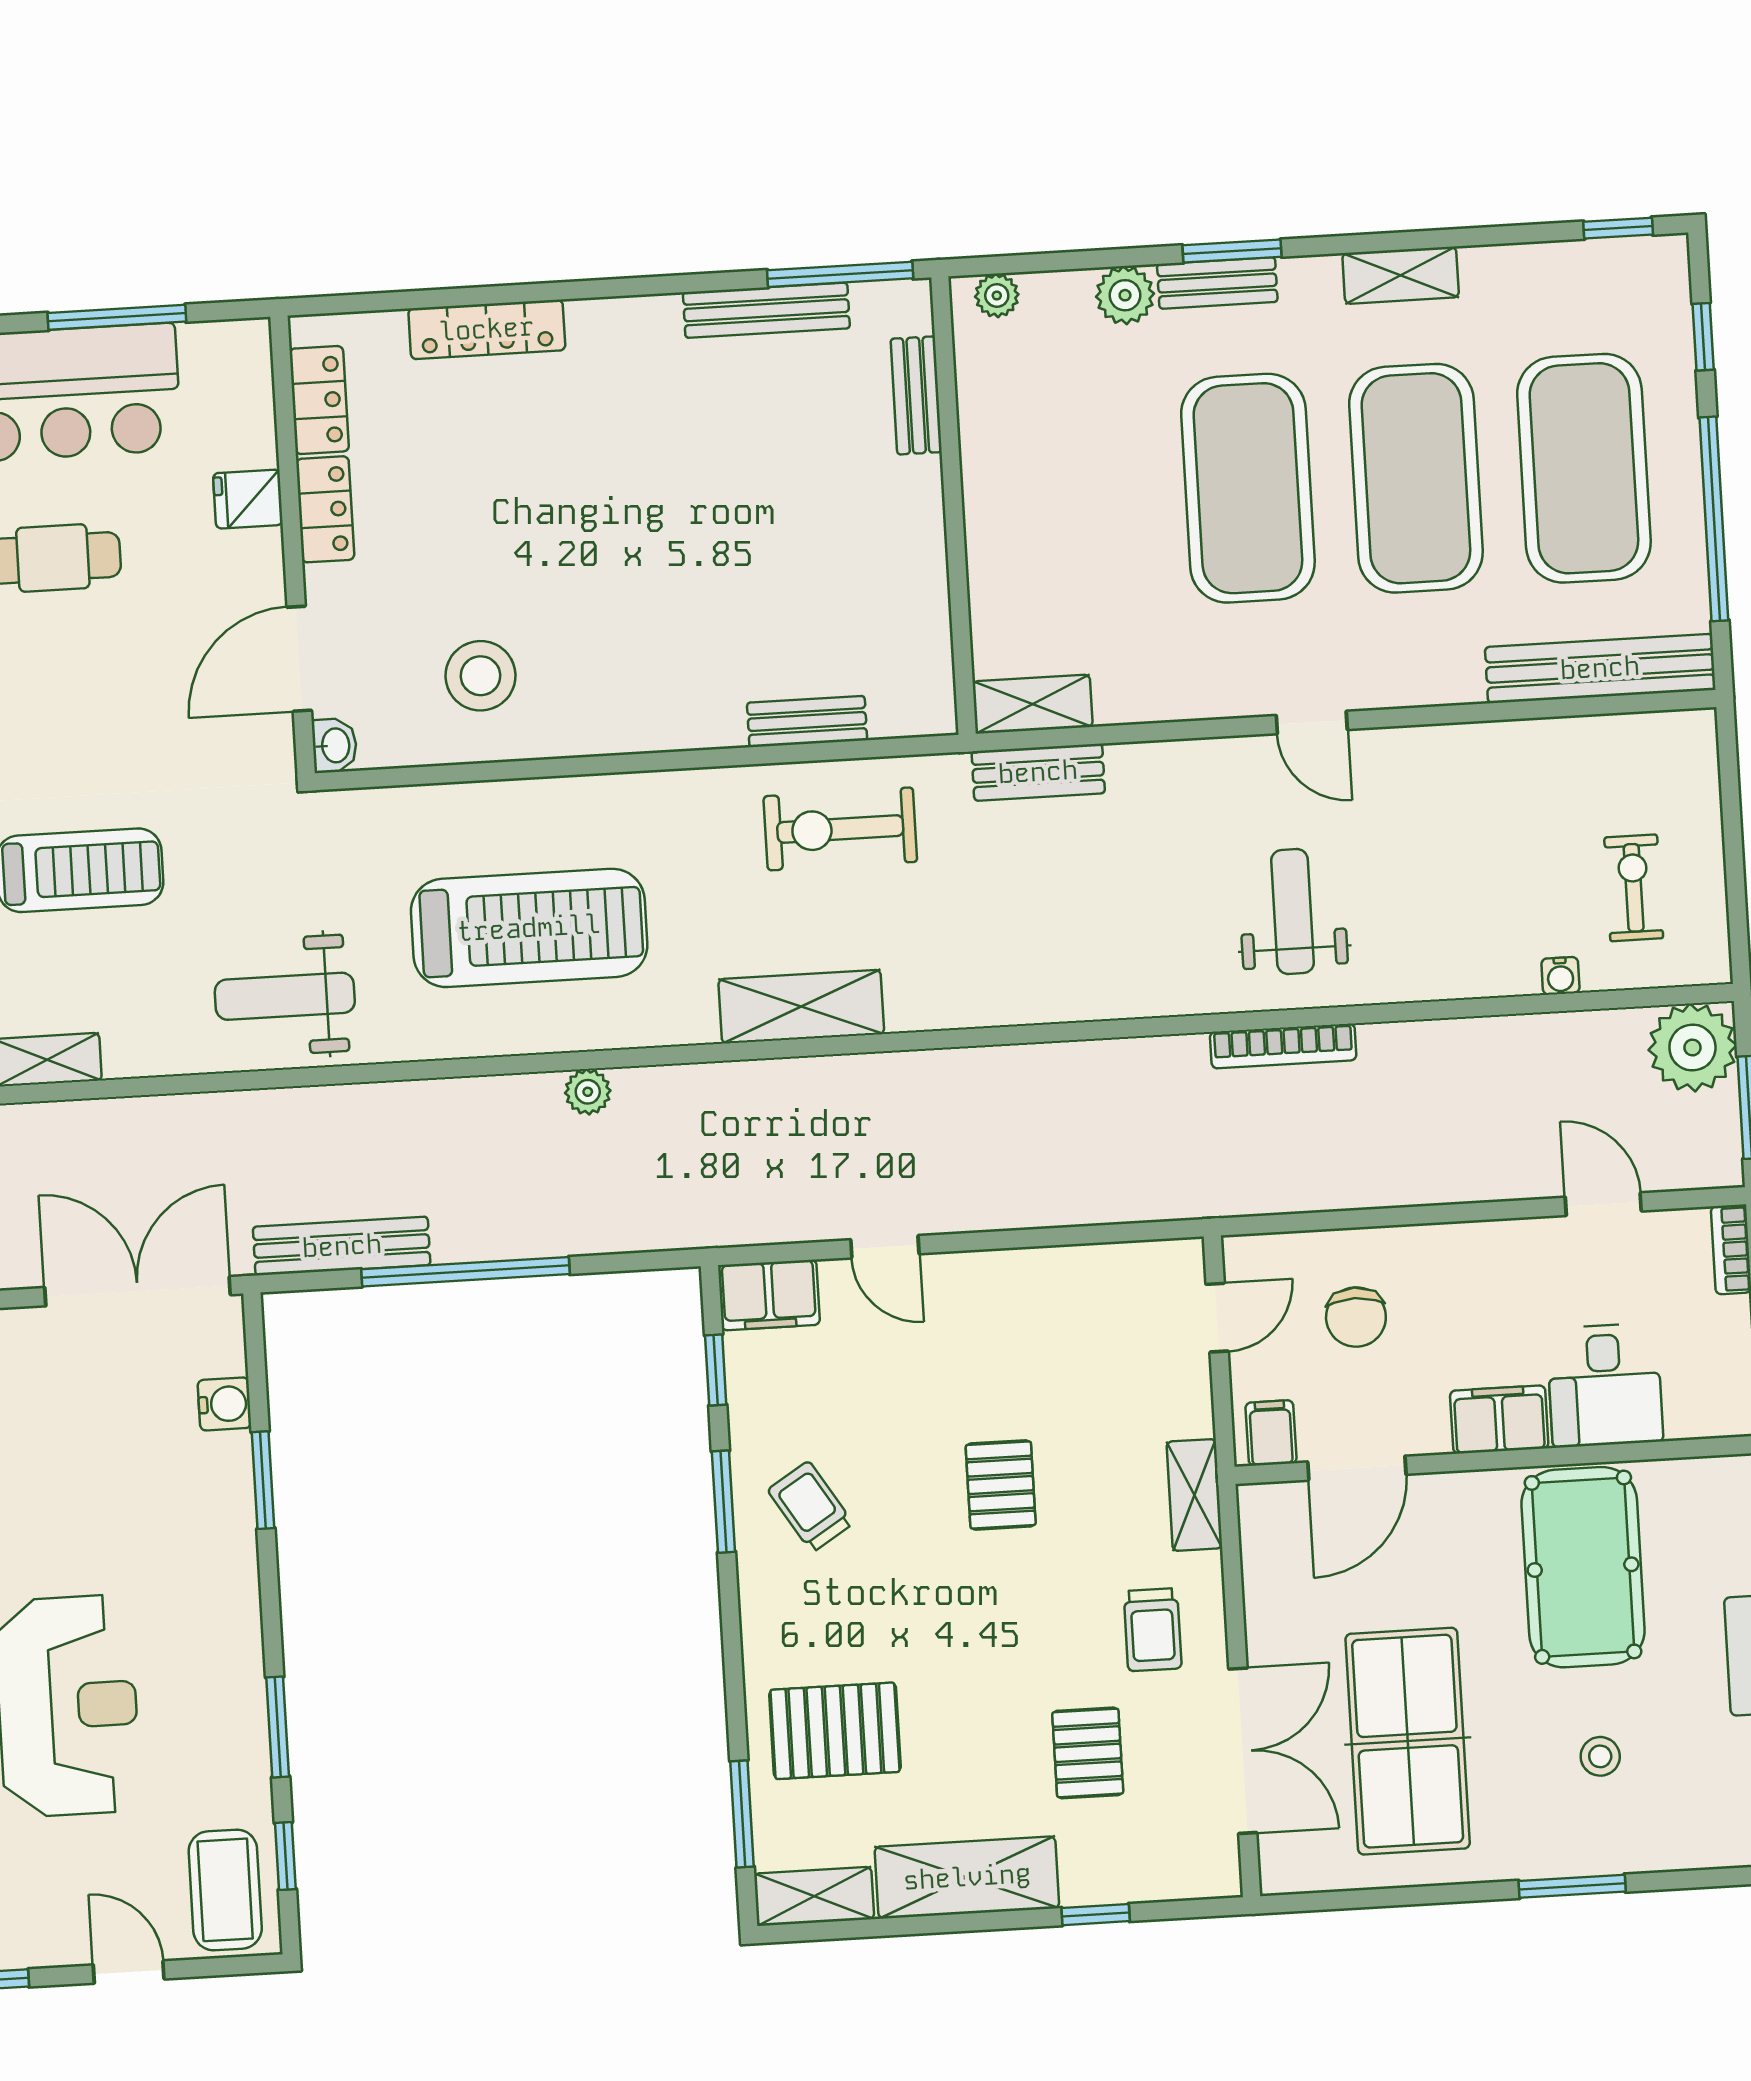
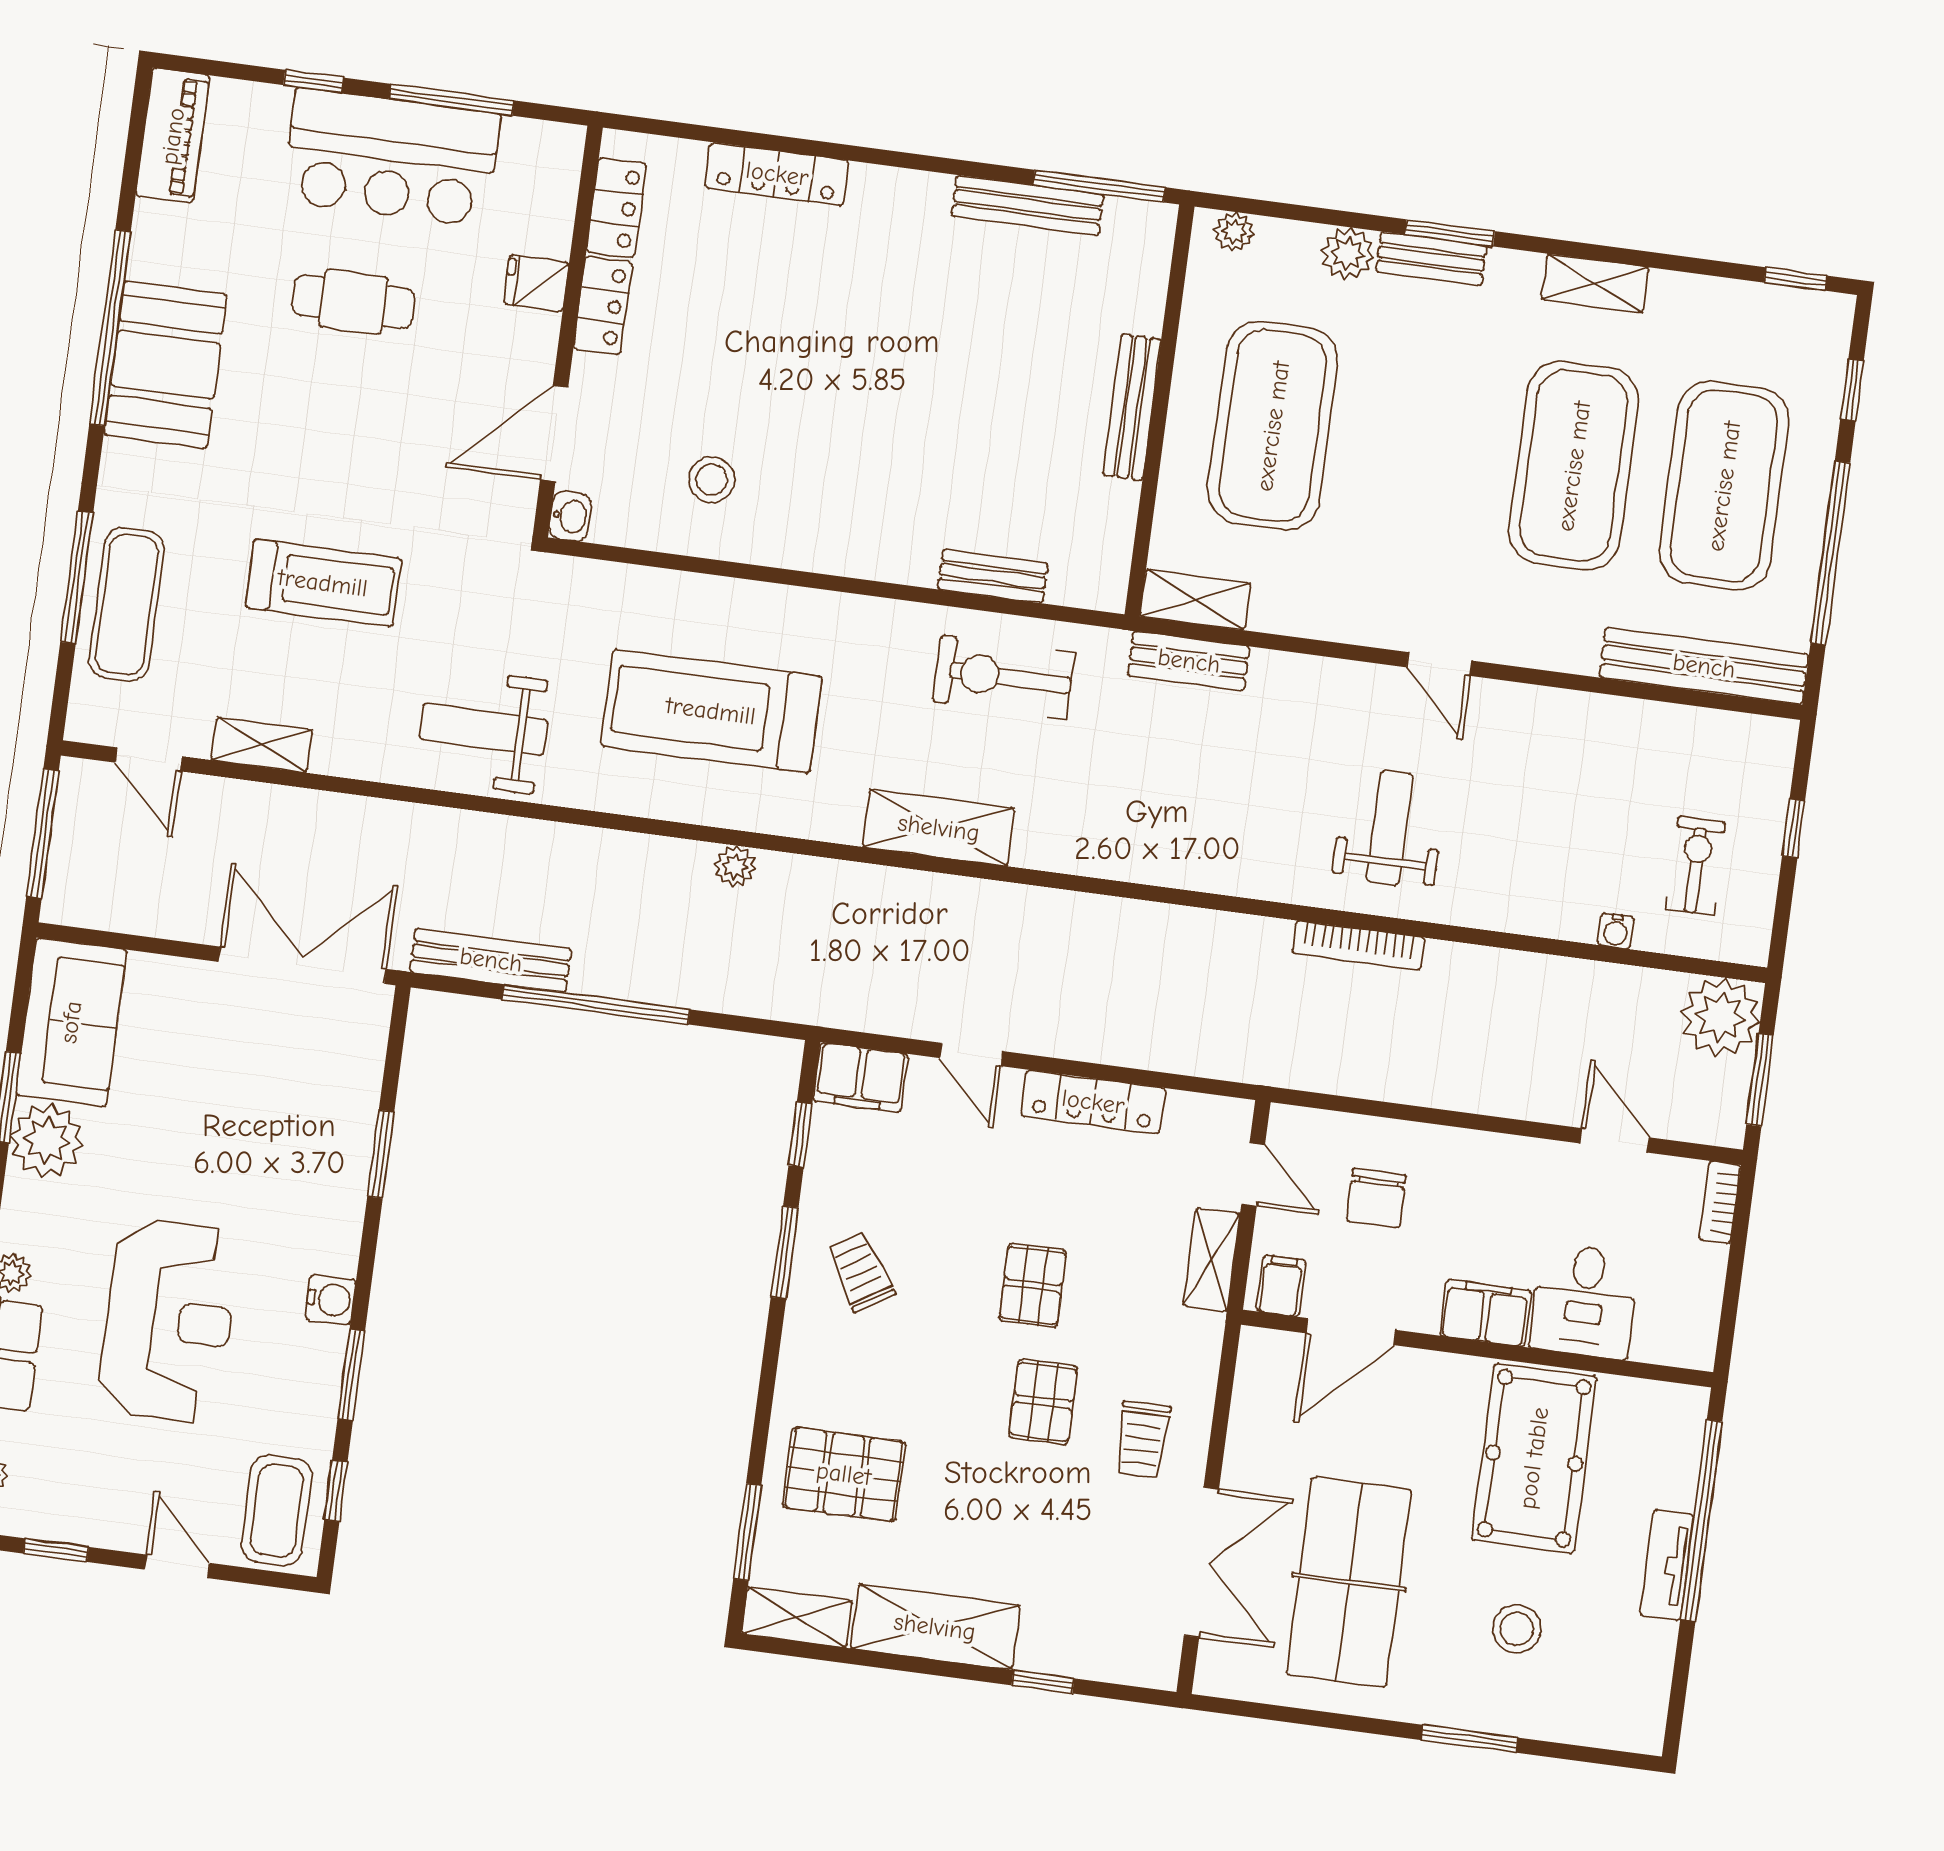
bench: (916, 395) -> (1132, 407), moved, width x1.36
exercise mat: (1248, 488) -> (1273, 426), moved
stool: (481, 676) -> (712, 480), width x0.73, depth x0.73
window: (1732, 827) -> (1794, 829), added
treadmill: (529, 928) -> (711, 711), turned 180
locker: (1027, 1273) -> (1093, 1102), added
door: (1217, 1318) -> (1253, 1174), hinge flipped
water cooler: (224, 1404) -> (330, 1299), moved
shelving: (1194, 1495) -> (1212, 1260), moved
pallet: (1088, 1753) -> (1043, 1402), moved
stool: (1600, 1756) -> (1517, 1629), width x1.37, depth x1.37

